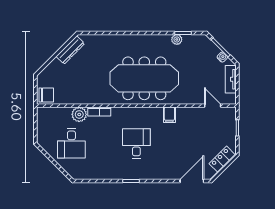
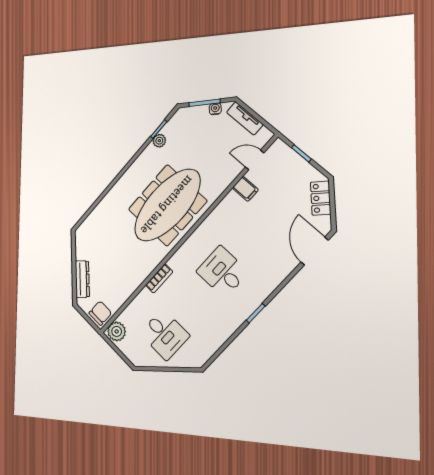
dresser: (70, 50) -> (82, 279), moved
plant: (79, 114) -> (117, 331), moved
filing cabinet: (169, 115) -> (245, 189), moved

